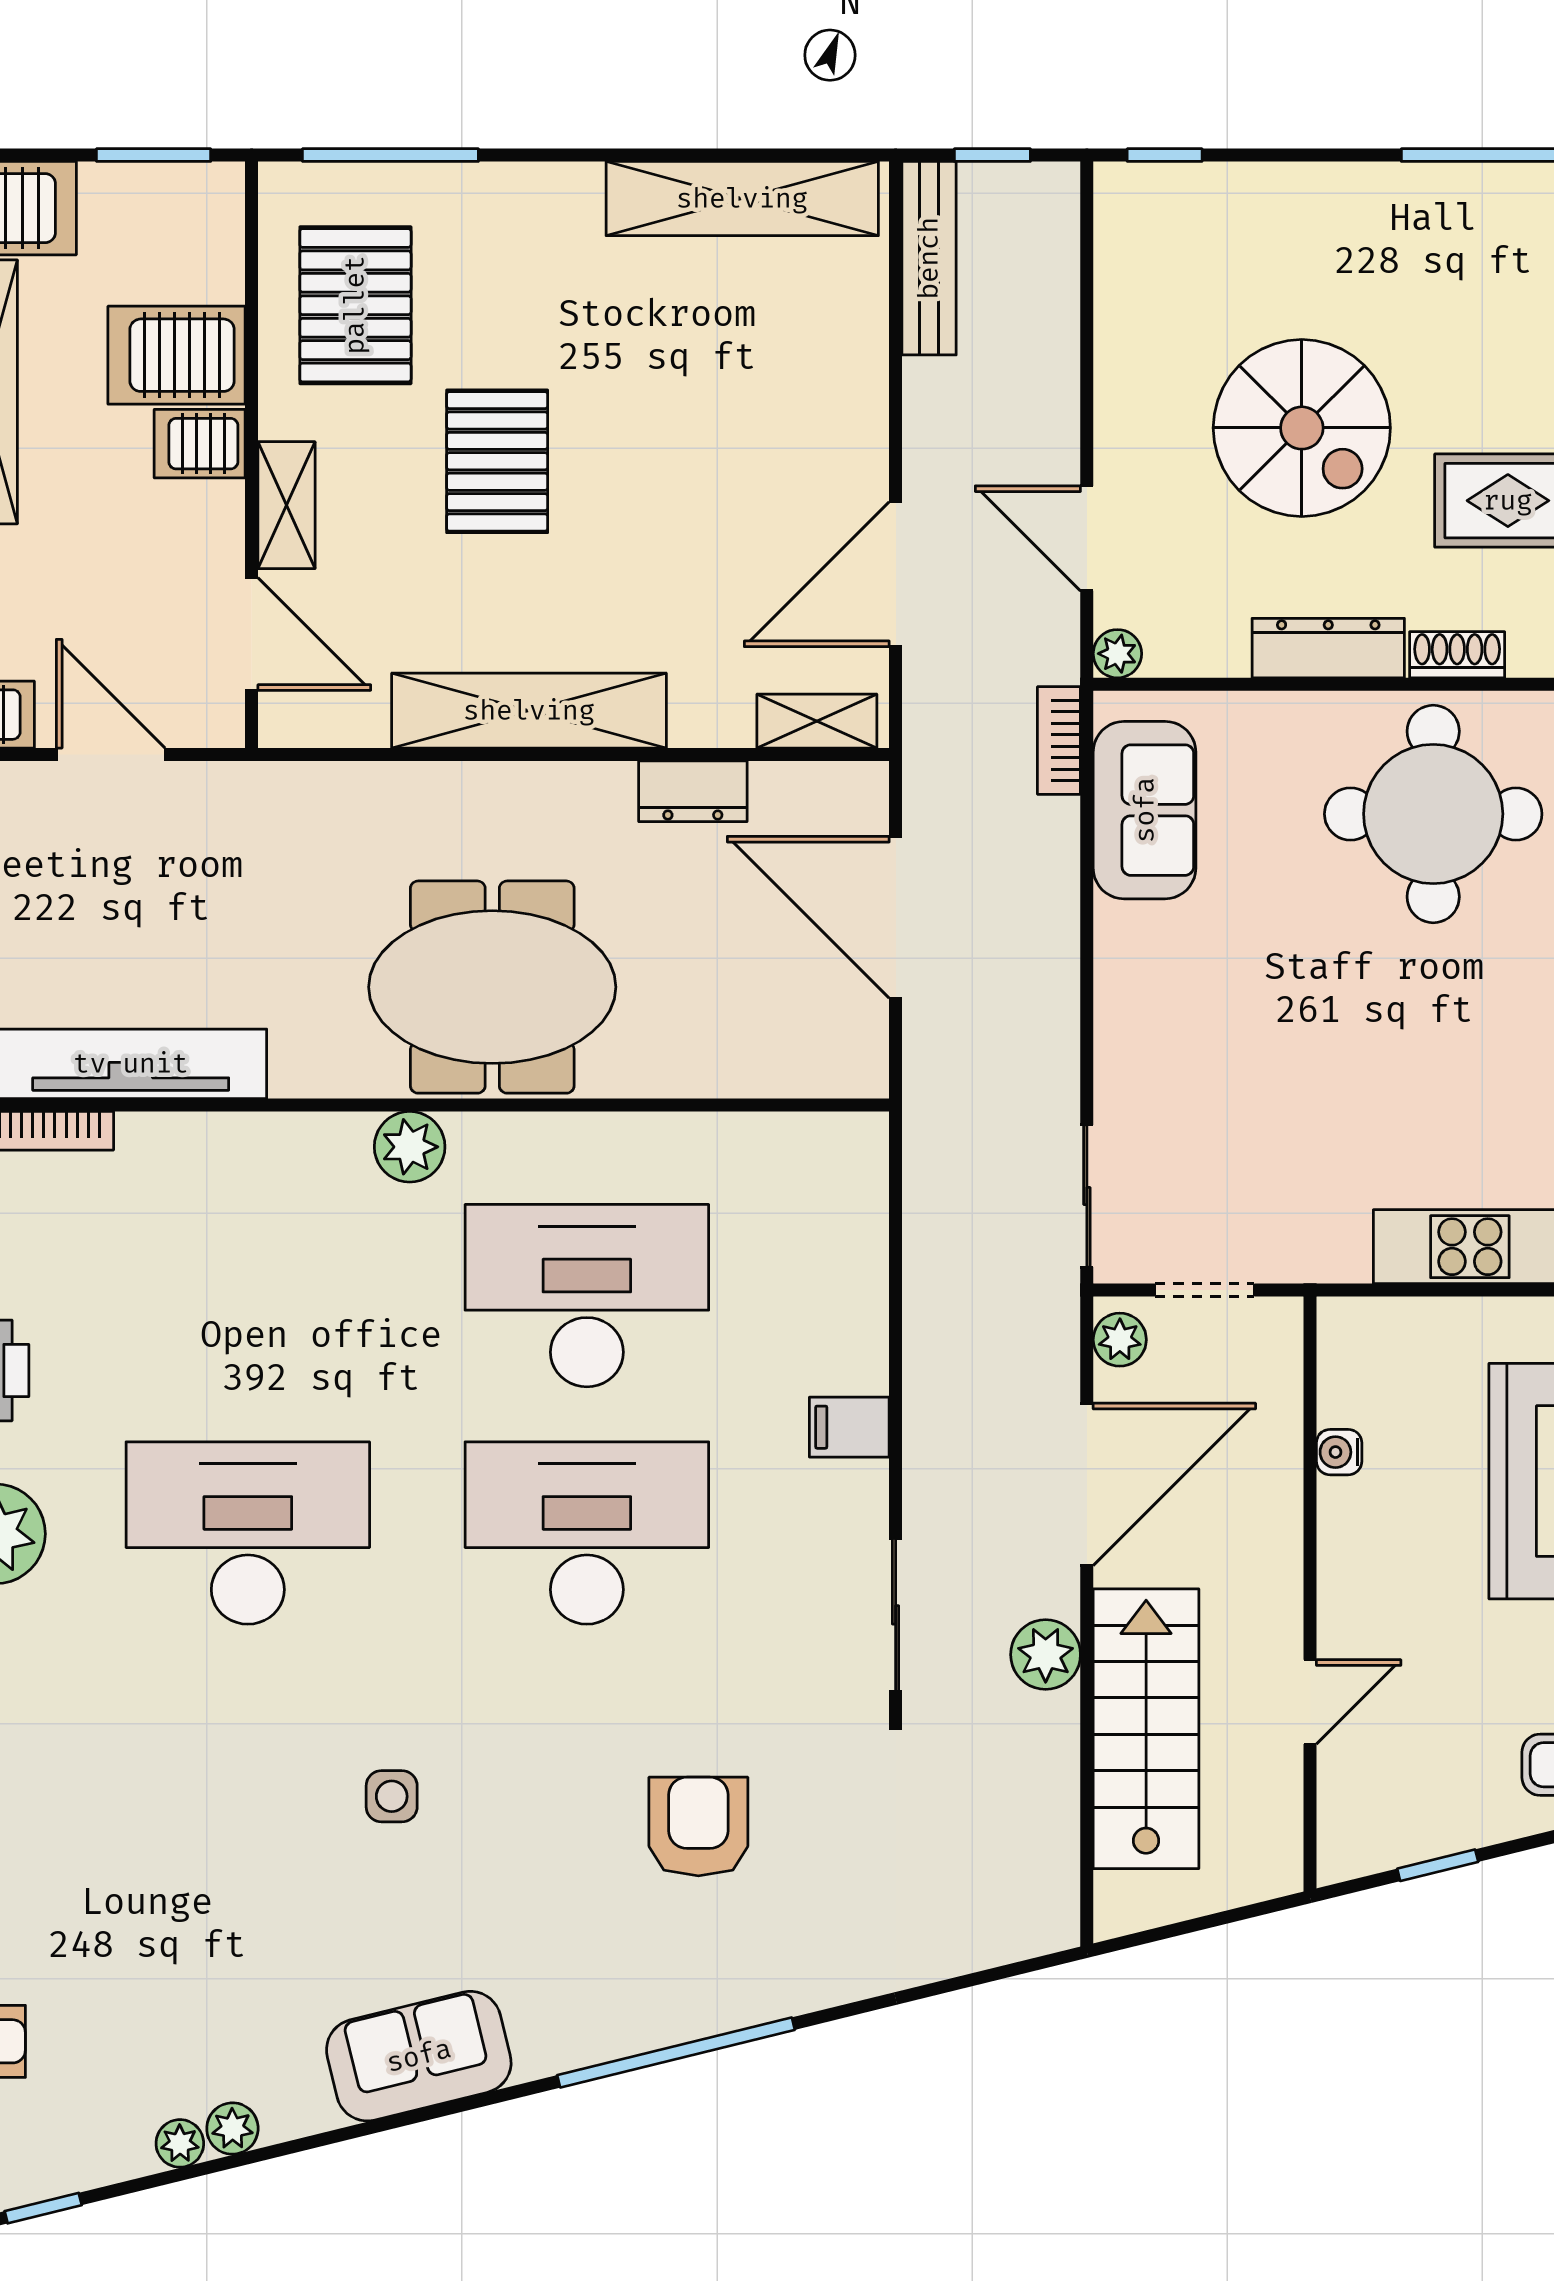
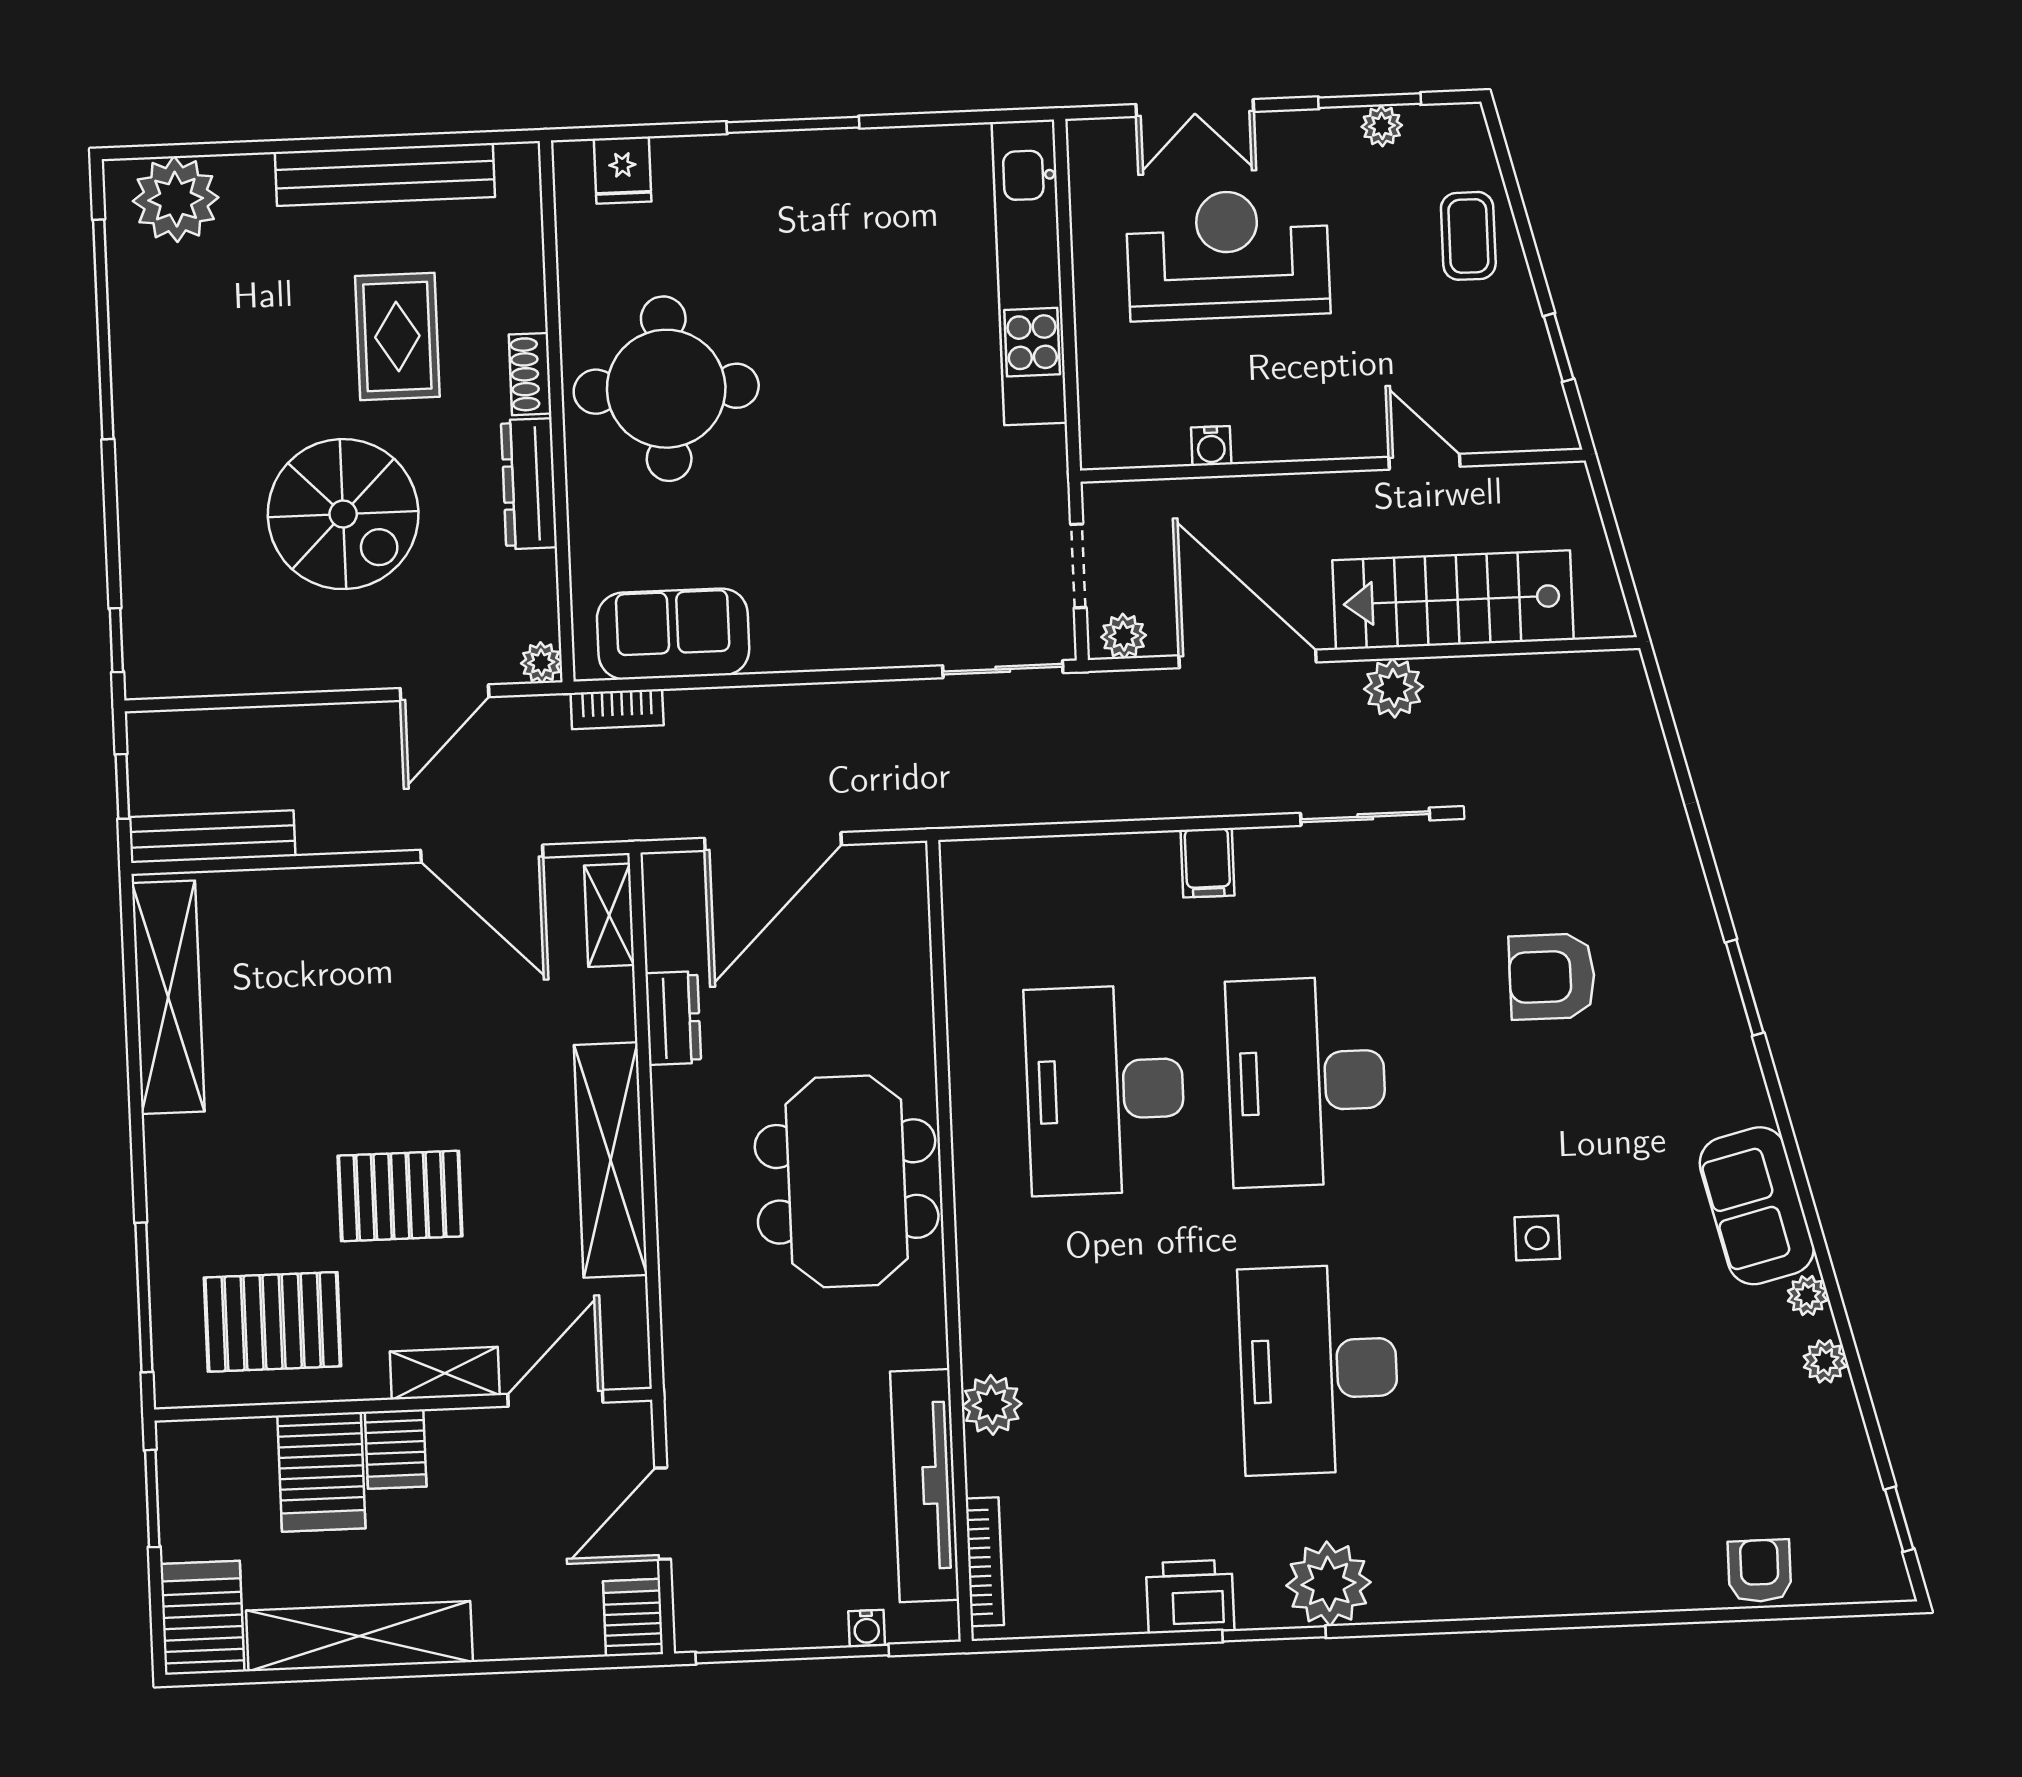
spiral stairs: (1302, 428) -> (343, 514), turned 90
plant: (410, 1147) -> (992, 1405), moved
window: (676, 2053) -> (1745, 988), width x0.47
plant: (180, 2143) -> (1807, 1295), moved

